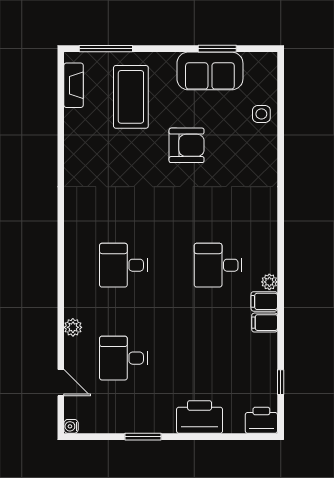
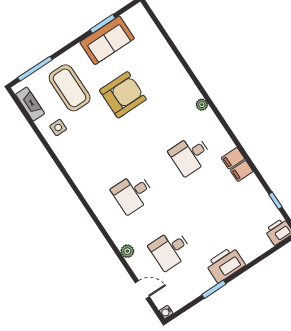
side table: (261, 114) -> (58, 128), moved
armchair: (187, 145) -> (123, 95), width x1.36, depth x1.36
plant: (269, 282) -> (202, 105), moved
printer: (200, 417) -> (225, 264), moved

